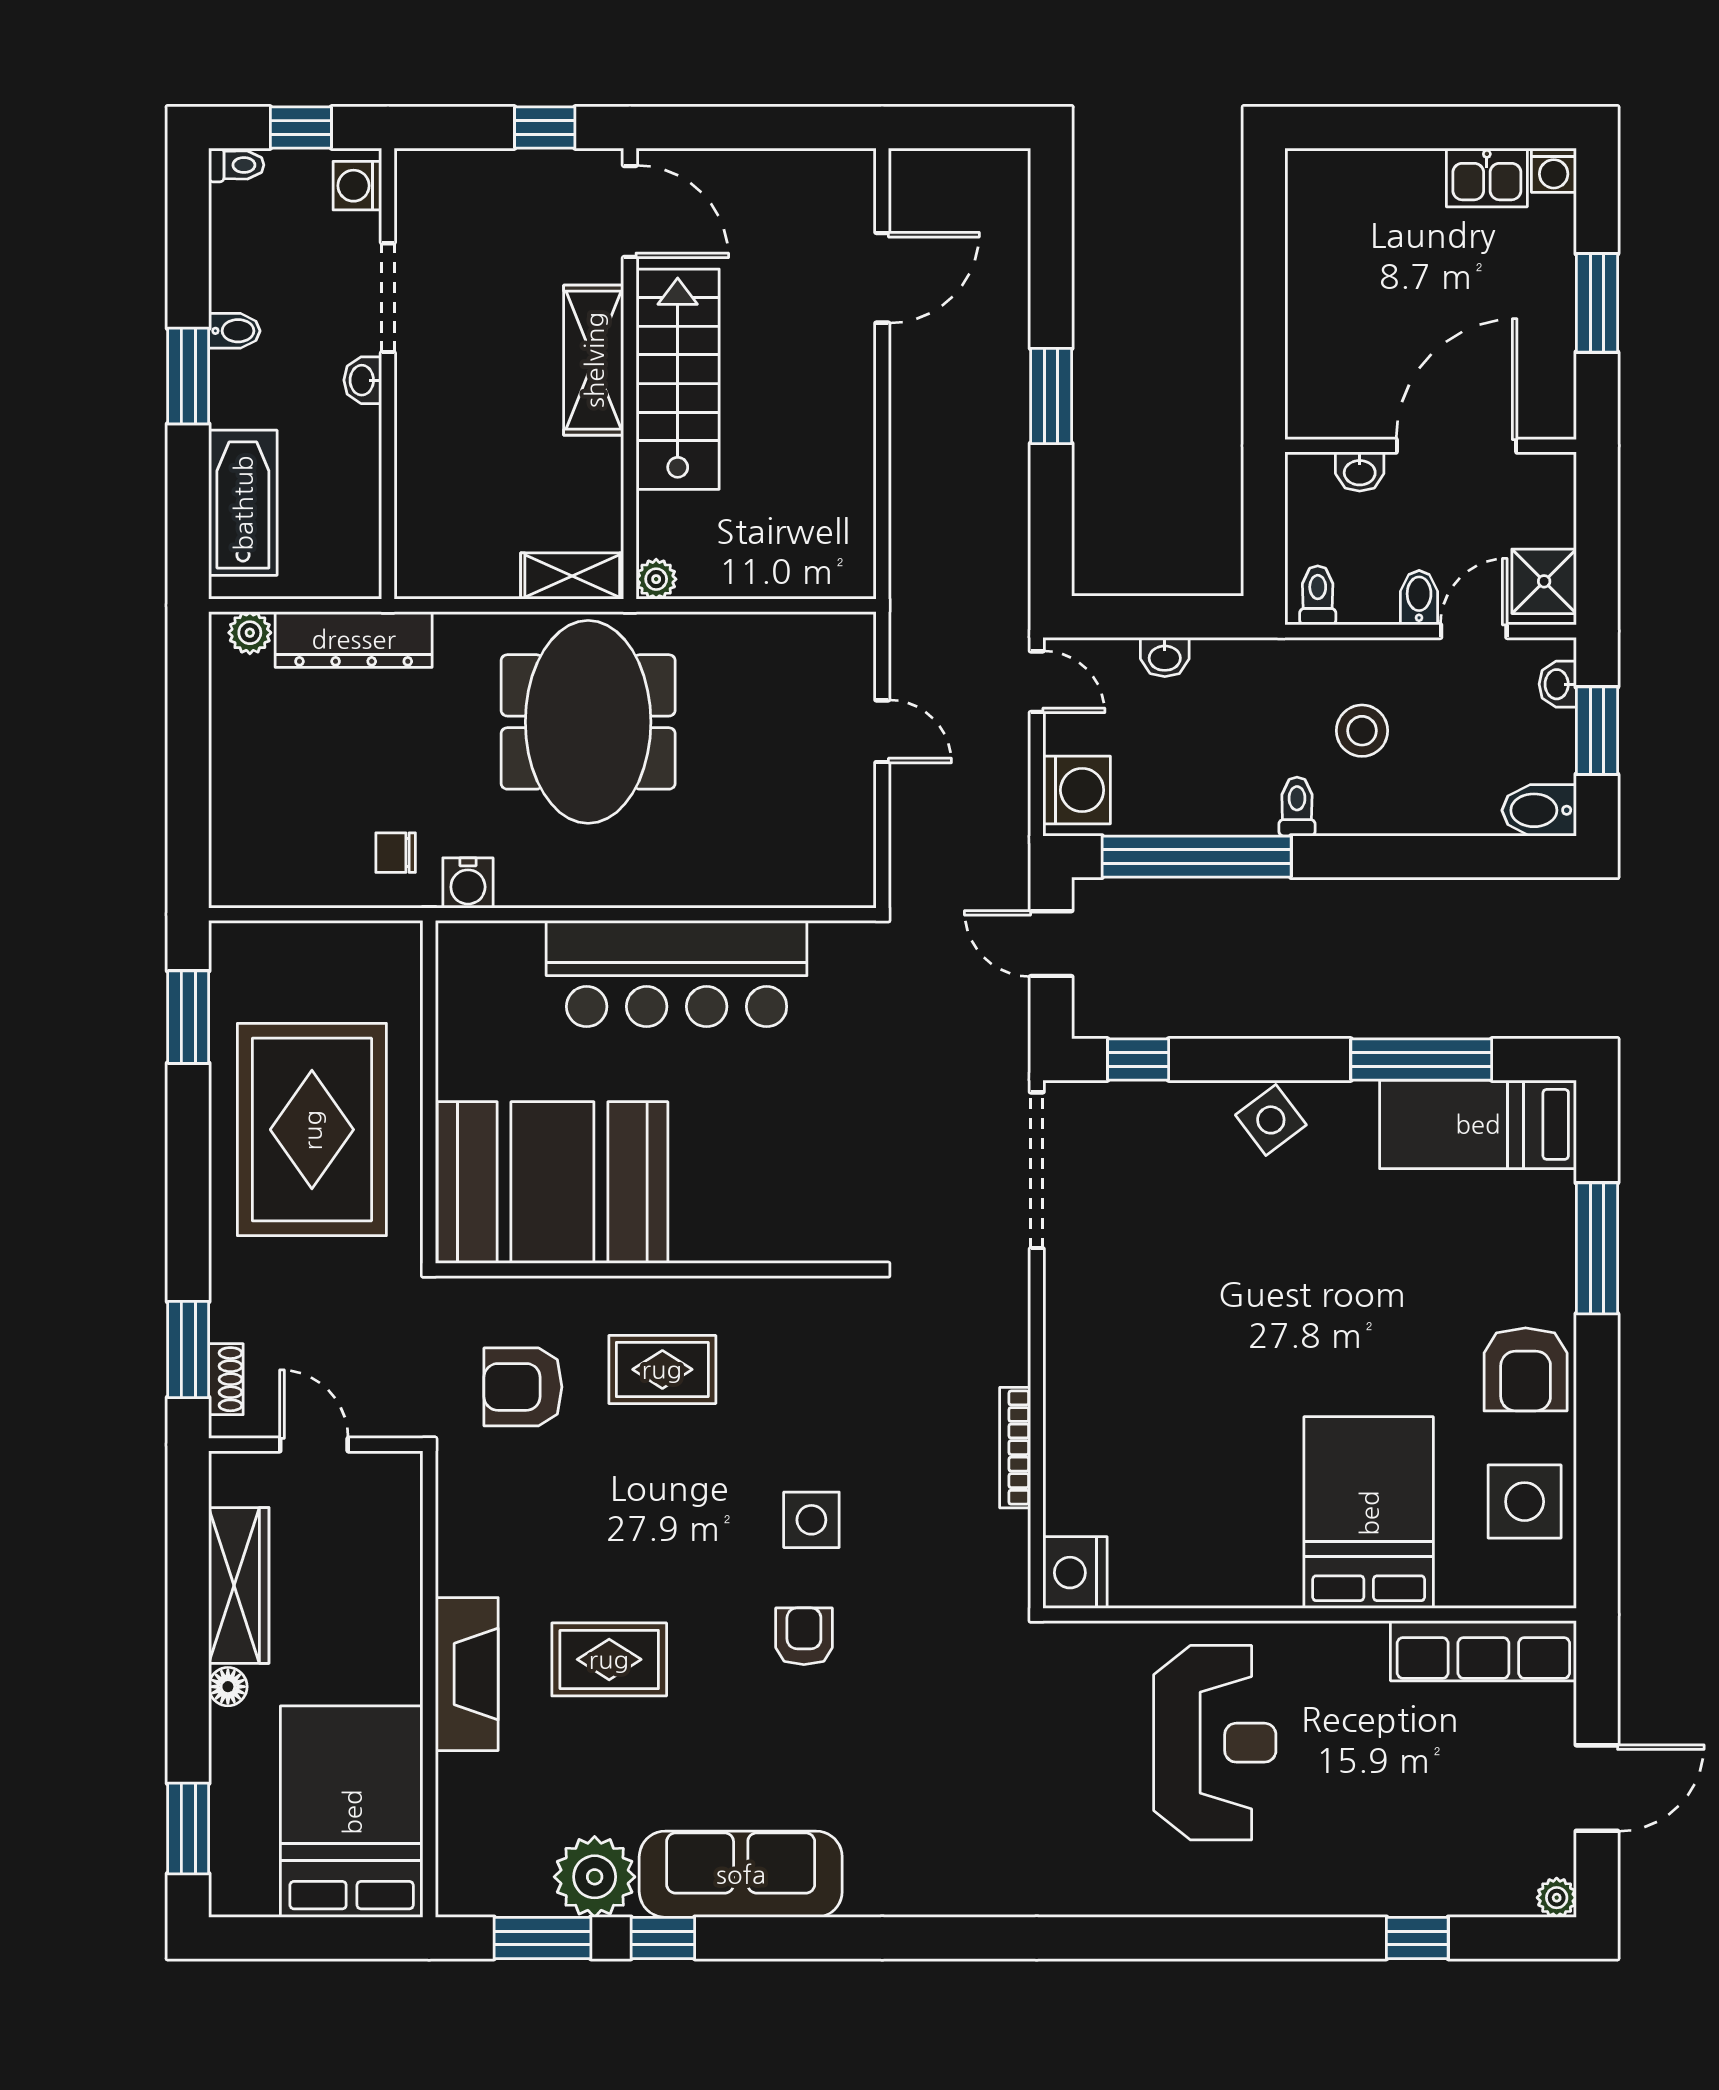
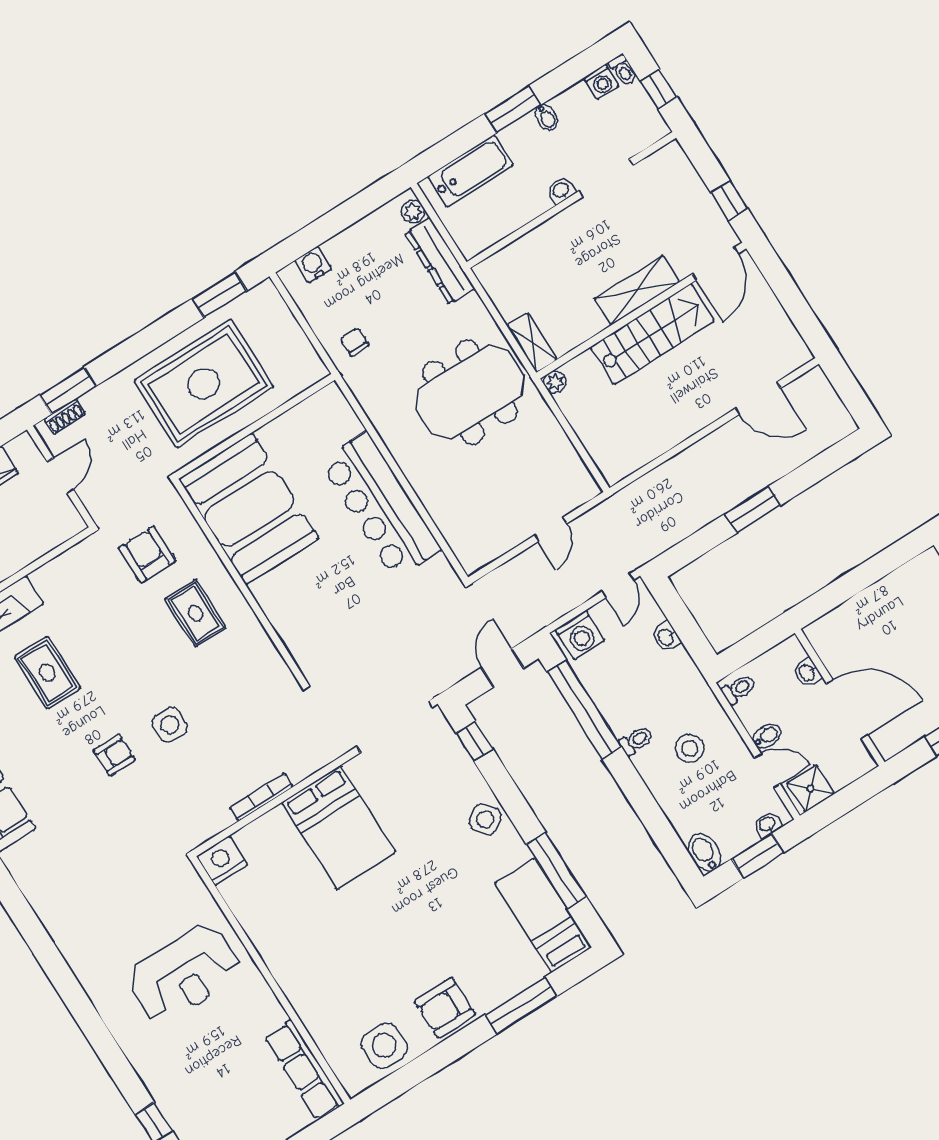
washing machine: (357, 186) -> (601, 82), moved, turned 180
water cooler: (468, 883) -> (313, 265), moved, turned 90
bed: (1369, 1513) -> (339, 827), moved, turned 90

